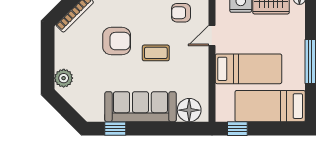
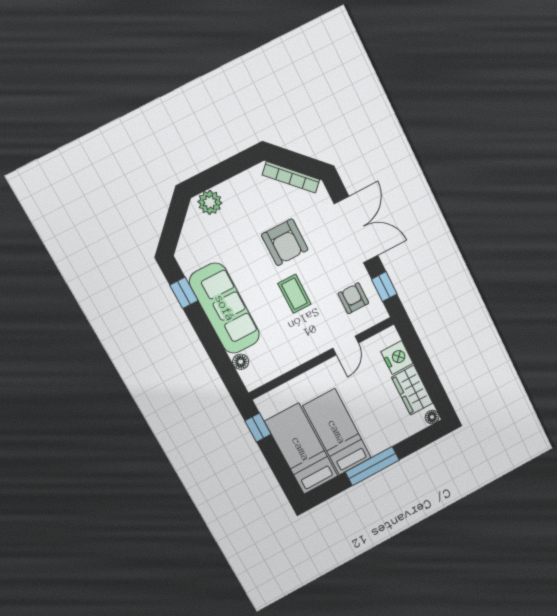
door: (212, 36) -> (346, 346), swing flipped
bed: (249, 69) -> (337, 432), moved, turned 180
floor lamp: (189, 110) -> (241, 362), width x0.53, depth x0.53

